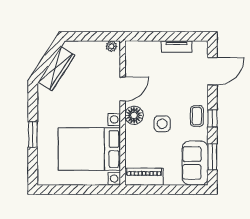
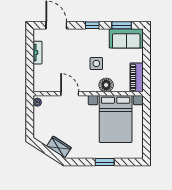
wardrobe: (56, 69) -> (59, 147), width x0.67
floor lamp: (134, 115) -> (106, 85), moved
coffee table: (197, 116) -> (90, 37), removed

